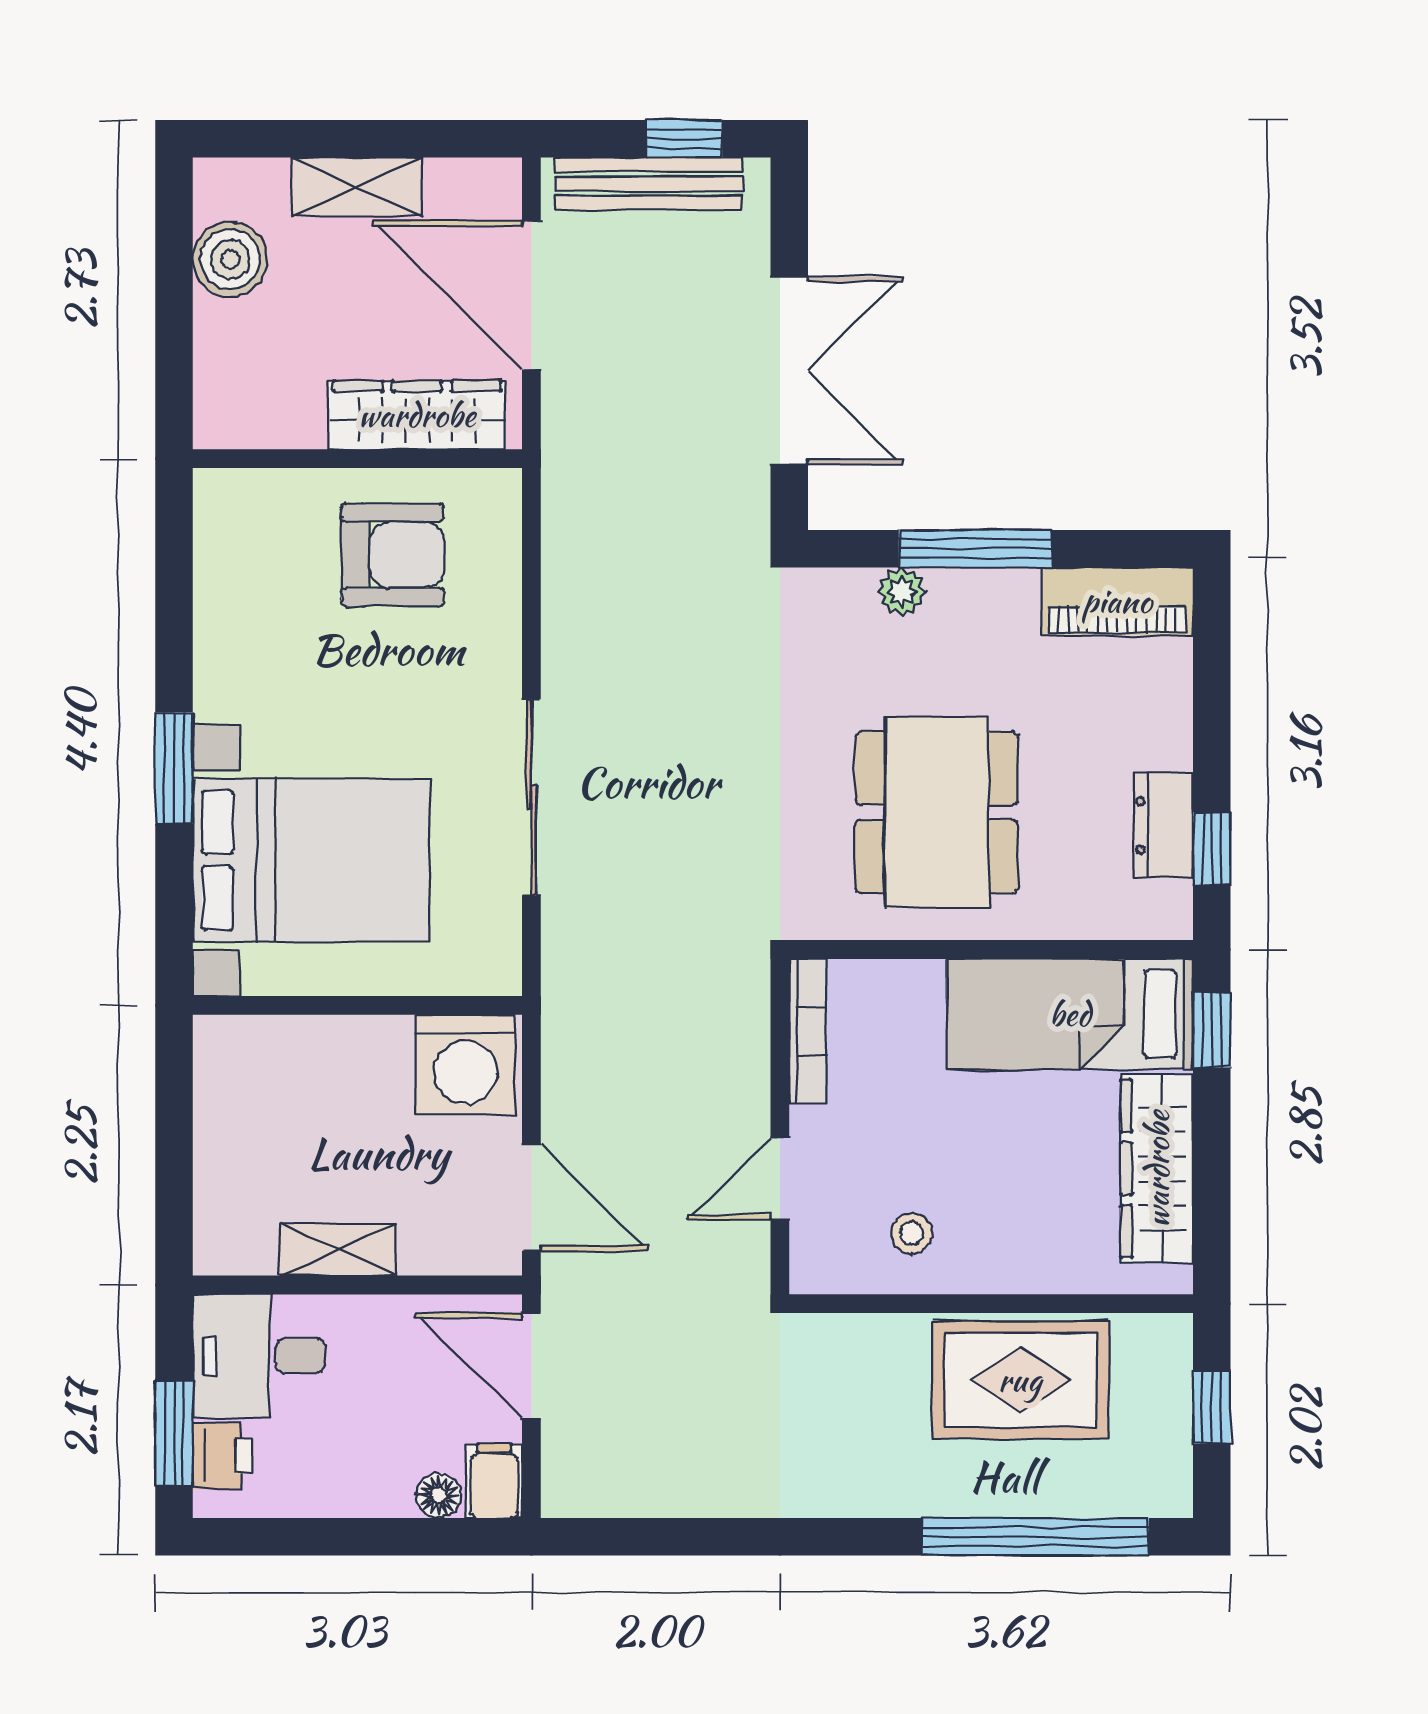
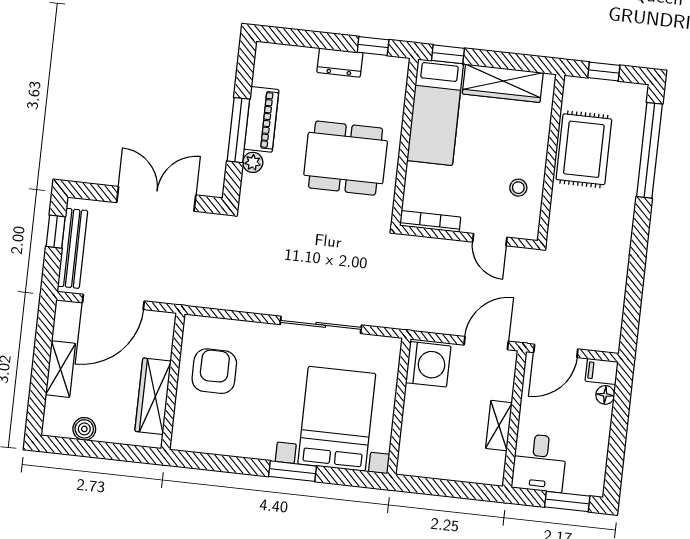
boiler: (230, 259) -> (84, 429), width x0.73, depth x0.73
wardrobe: (417, 415) -> (153, 396), moved
piano: (1117, 601) -> (262, 119), moved
dresser: (1163, 826) -> (340, 63), moved
printer: (223, 1456) -> (579, 482), removed

